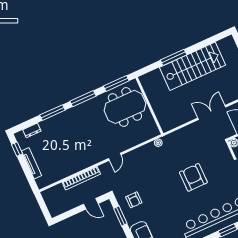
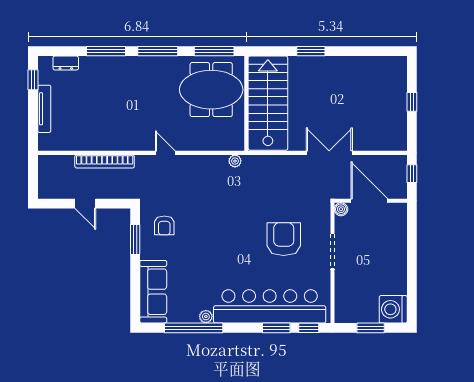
window: (174, 57) -> (311, 51), width x0.69
stairs: (192, 66) -> (268, 103), moved, turned -90
door: (115, 157) -> (165, 153), swing flipped
armchair: (193, 177) -> (284, 239), moved
door: (91, 204) -> (85, 204), moved

